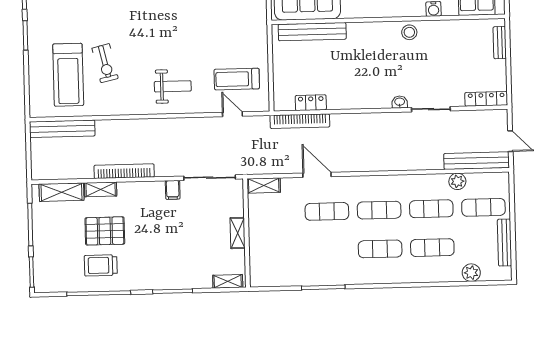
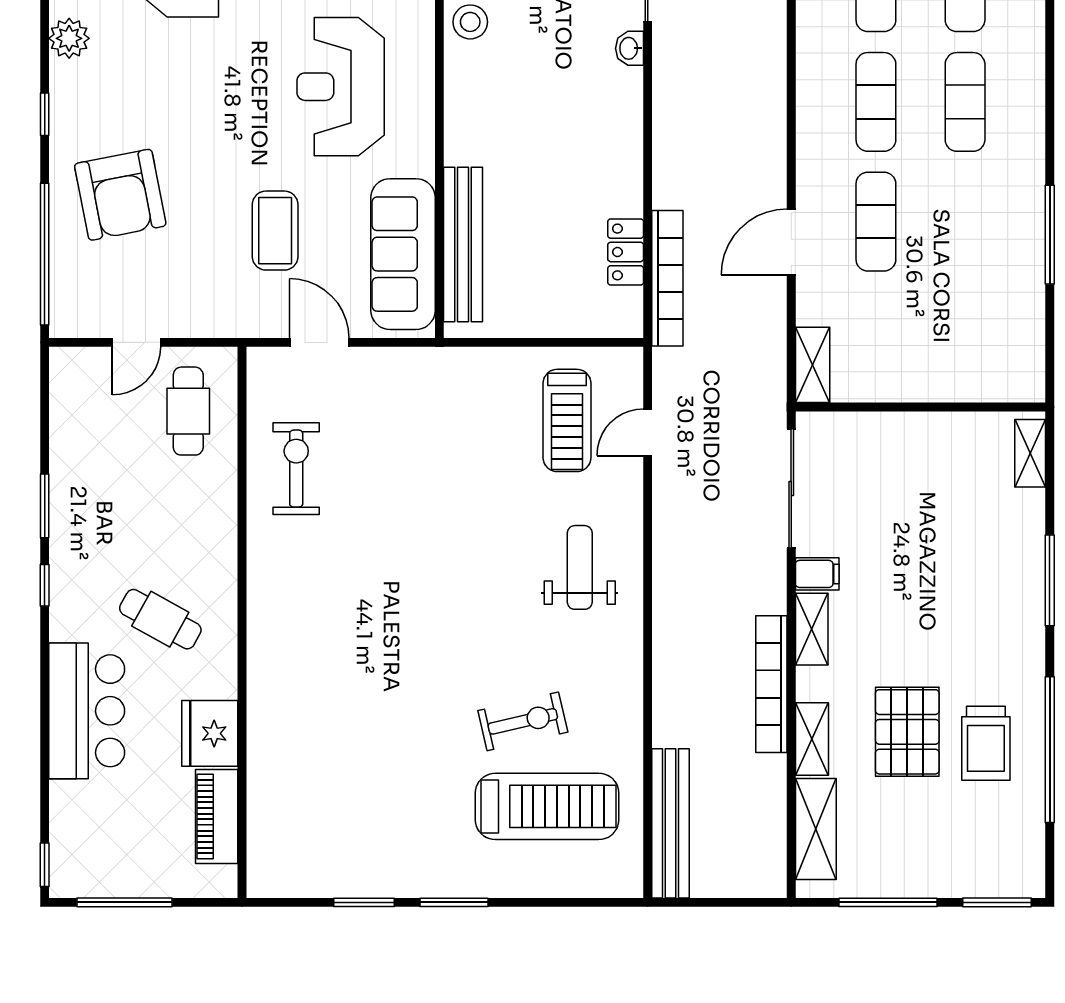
shelving: (238, 233) -> (812, 629), moved, turned 90

